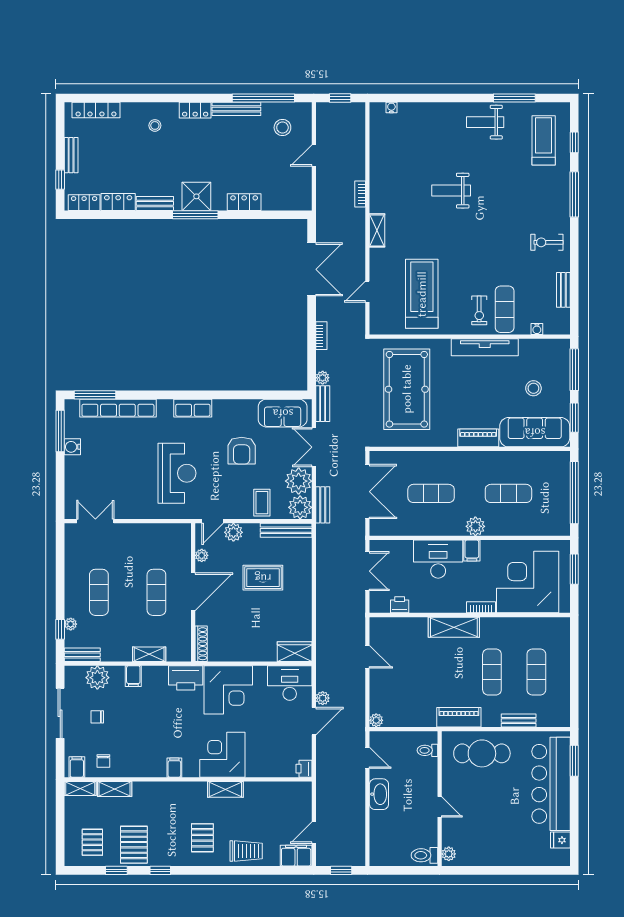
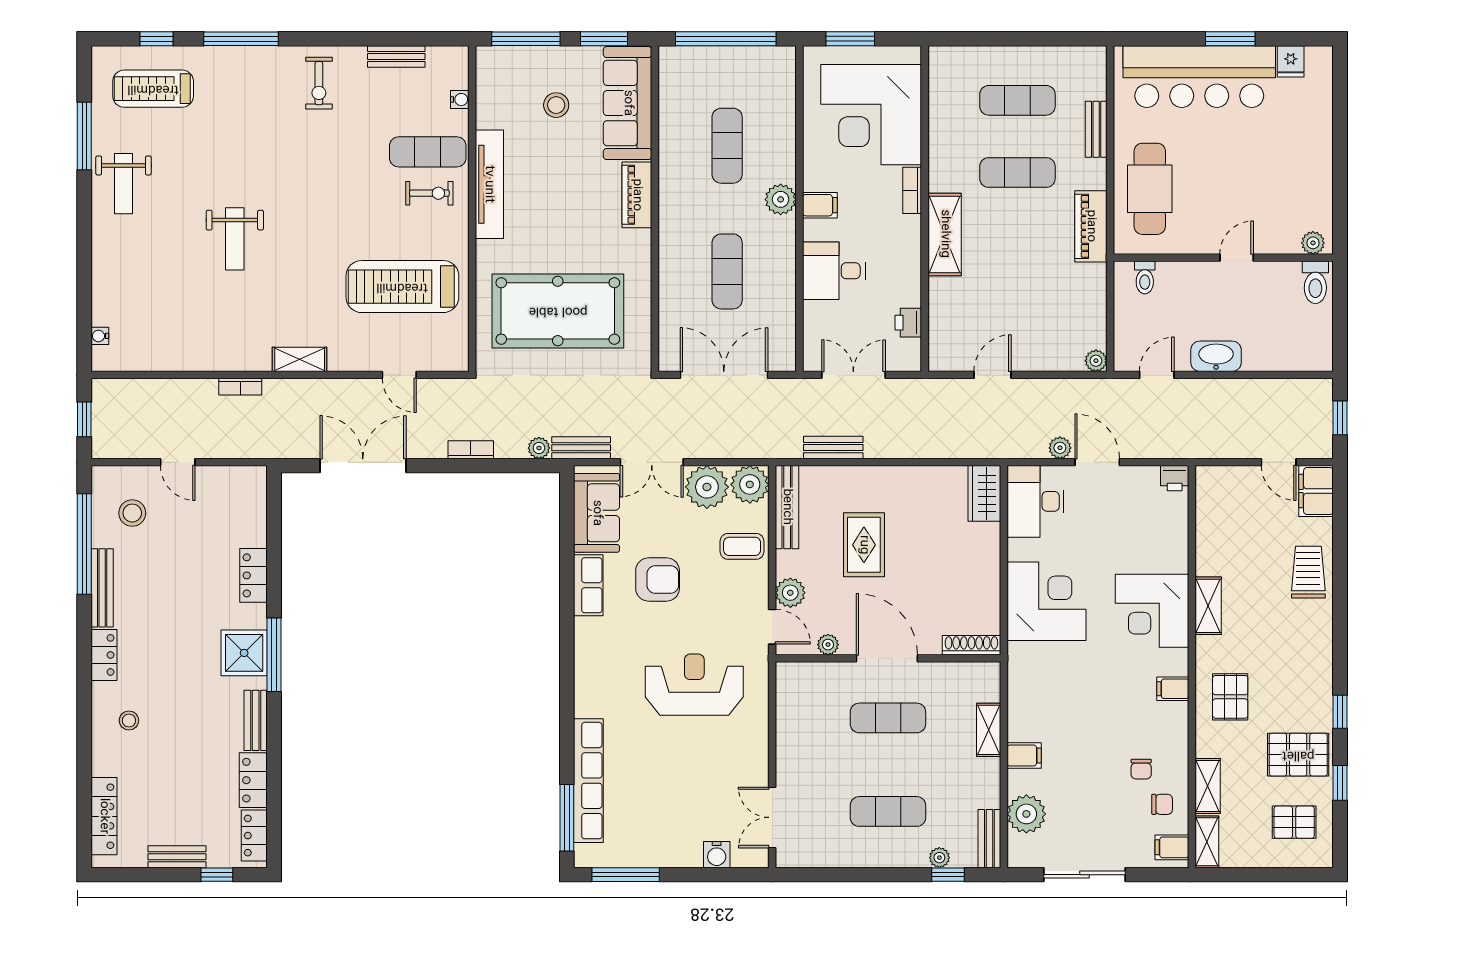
row of seats: (193, 408) -> (588, 585), moved
water cooler: (72, 447) -> (717, 855), moved
bench: (323, 505) -> (833, 448), moved
desk: (438, 559) -> (834, 271), width x0.73
printer: (186, 678) -> (1027, 670), removed
chair: (97, 717) -> (1141, 769), moved
window: (574, 761) -> (1230, 39), moved
pallet: (202, 838) -> (1230, 697), moved, turned 90

